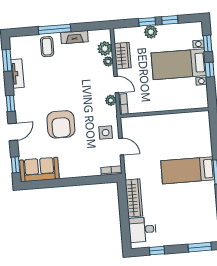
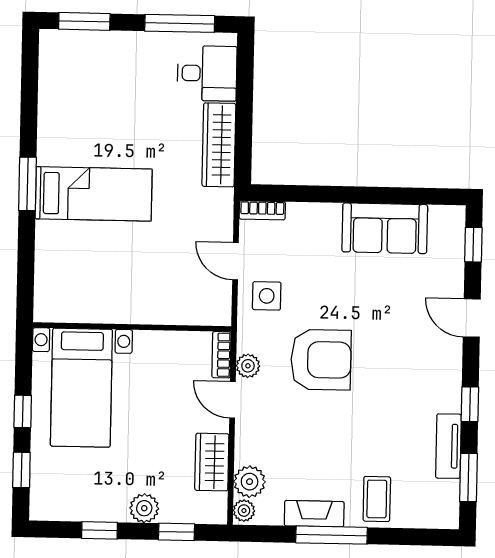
window: (147, 22) -> (177, 532), moved
window: (55, 29) -> (331, 535), moved
plant: (108, 61) -> (244, 511), moved
bed with nightstands: (179, 64) -> (81, 388), moved, turned 90
window: (10, 103) -> (470, 404), moved
armchair: (61, 124) -> (321, 360), moved, turned 90
door: (13, 132) -> (472, 318), hinge flipped
sofa: (39, 169) -> (385, 228), moved
window: (157, 251) -> (180, 23), width x2.17

